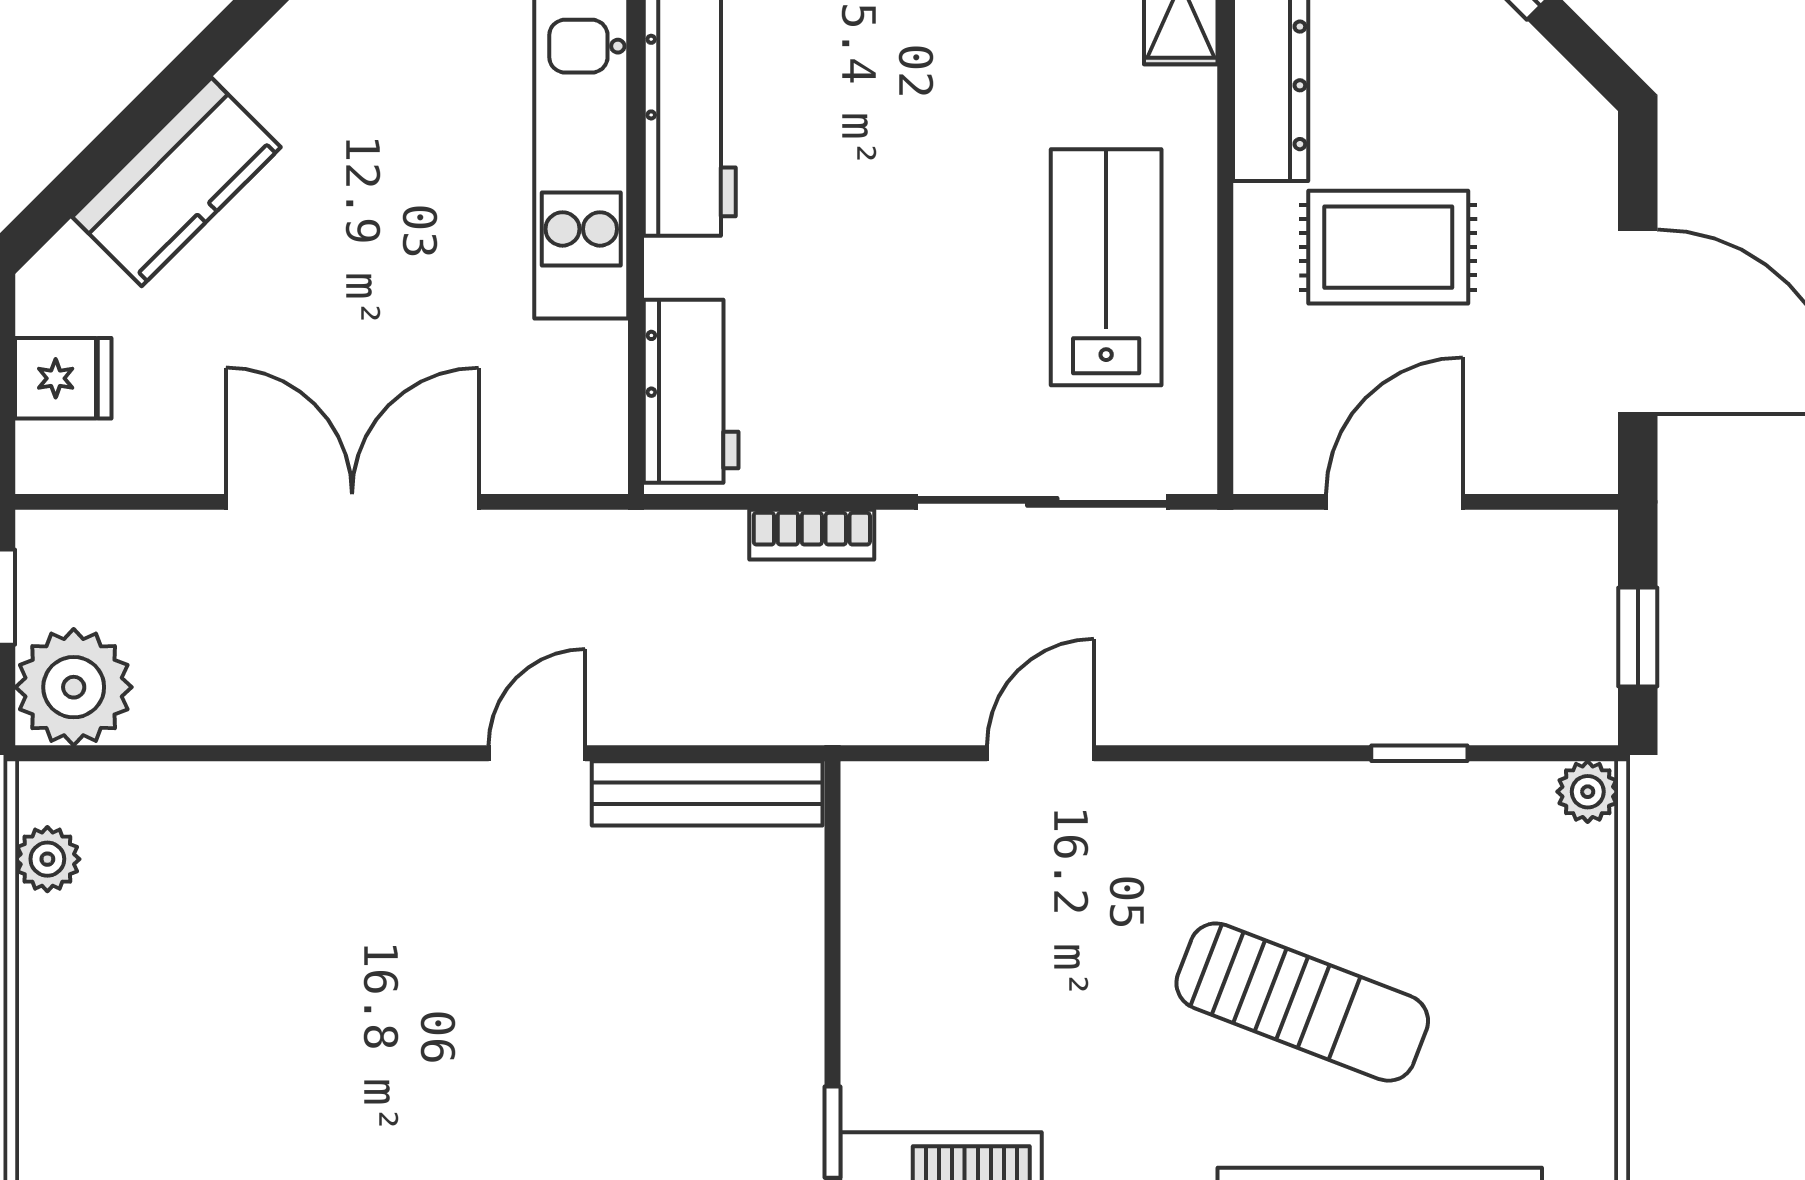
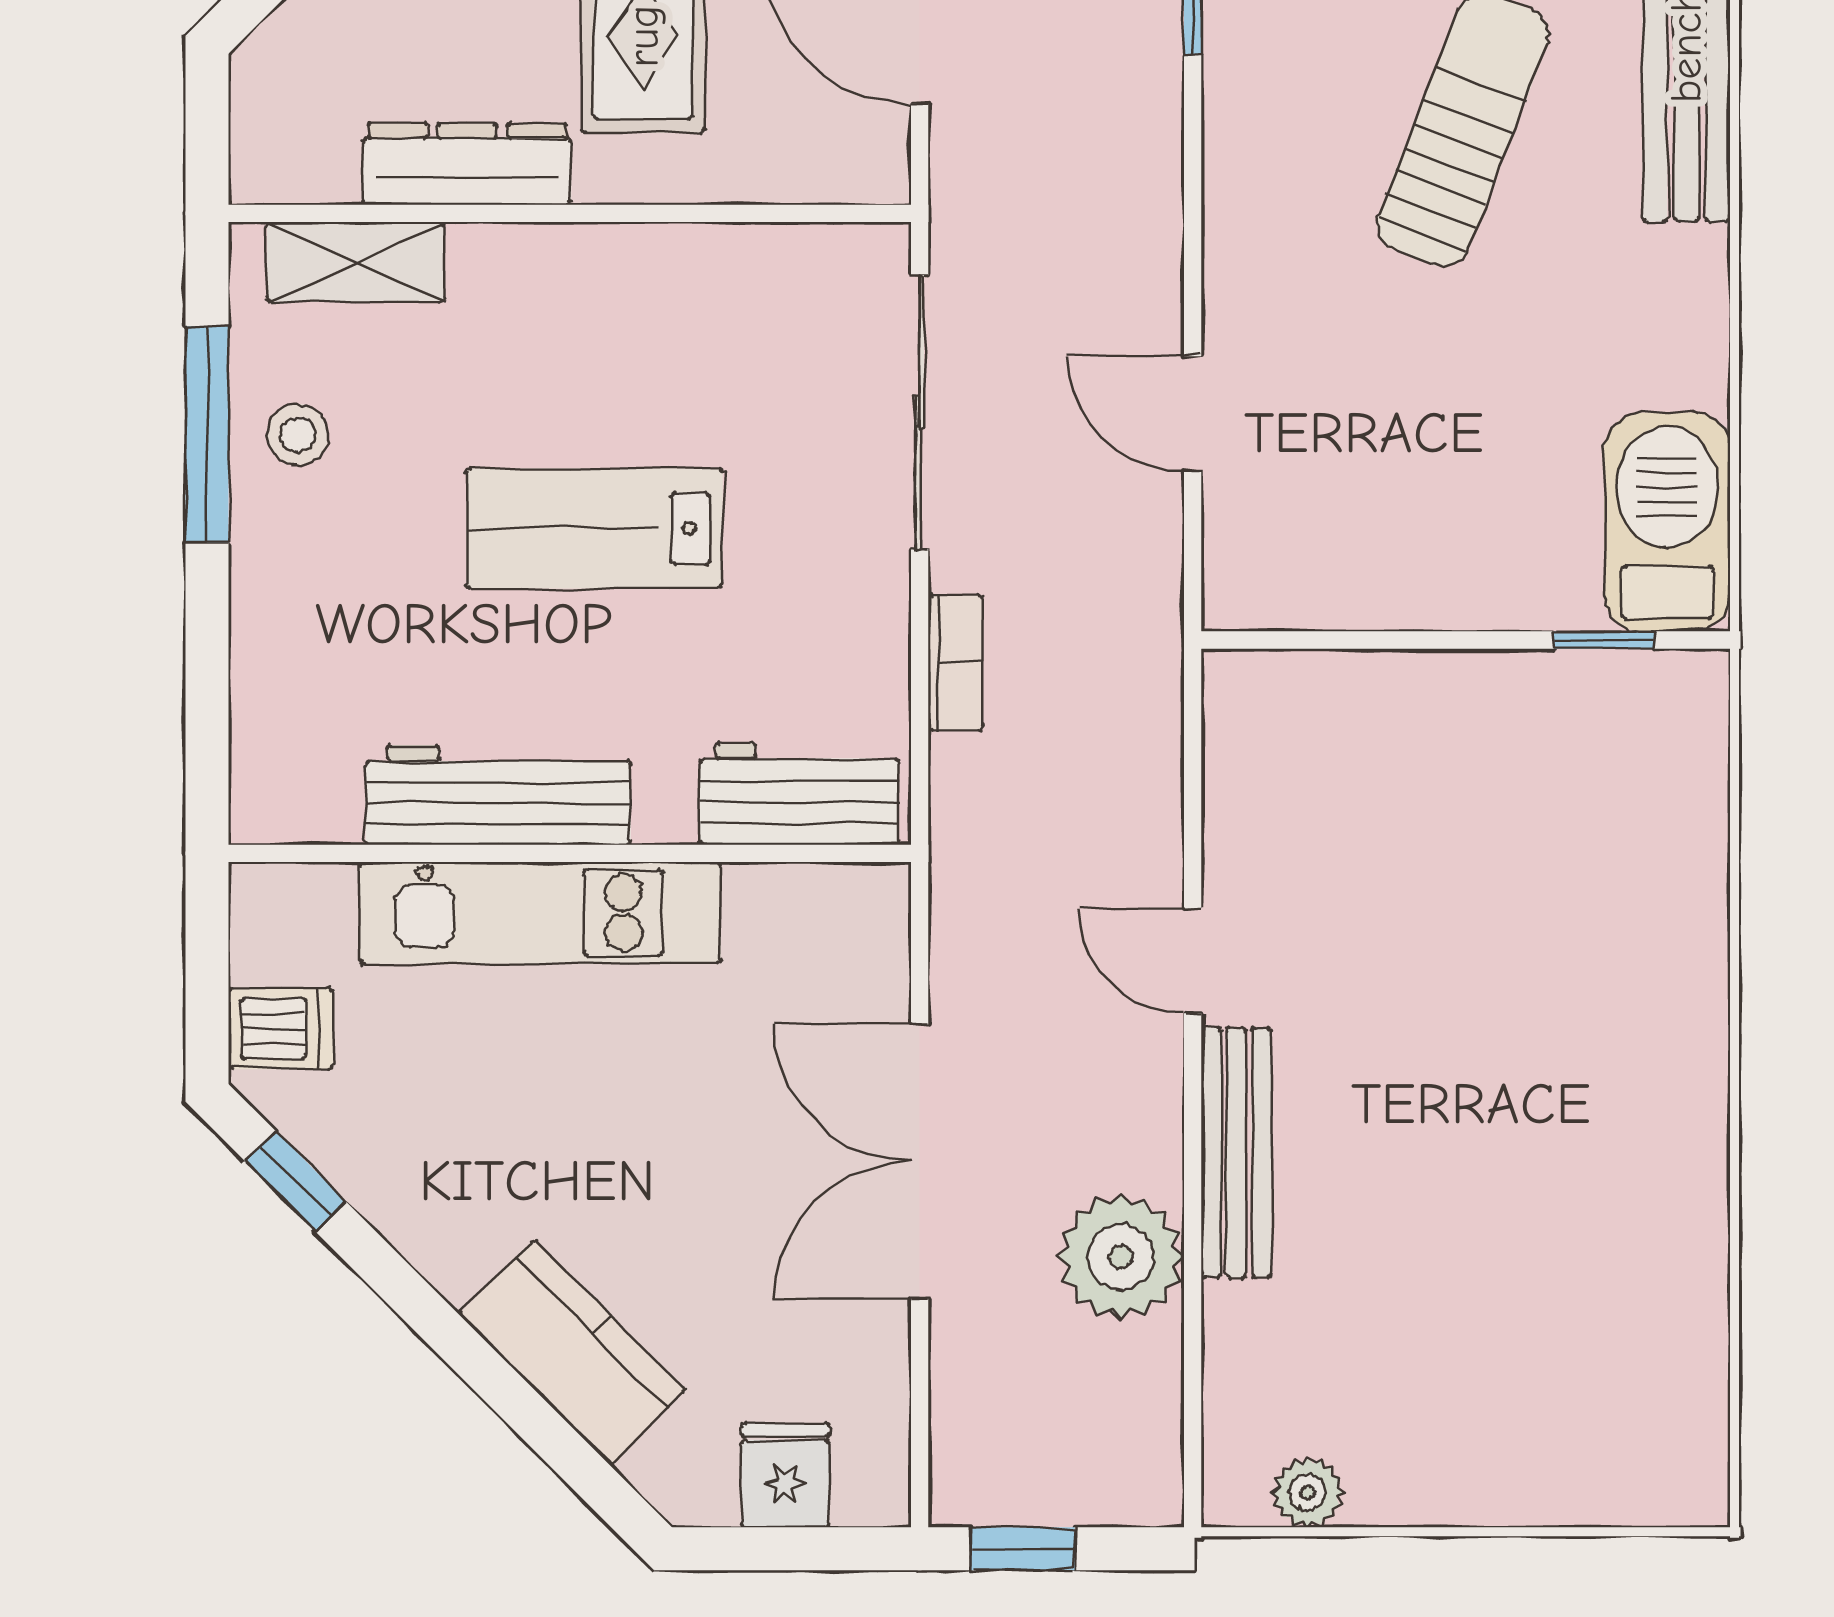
lab bench: (1106, 267) -> (594, 528), moved
plant: (74, 687) -> (1121, 1257), moved
bench: (707, 793) -> (1236, 1153), moved

